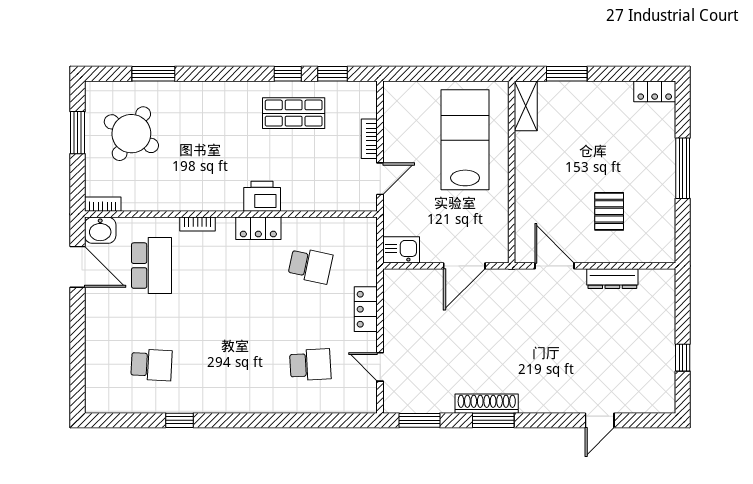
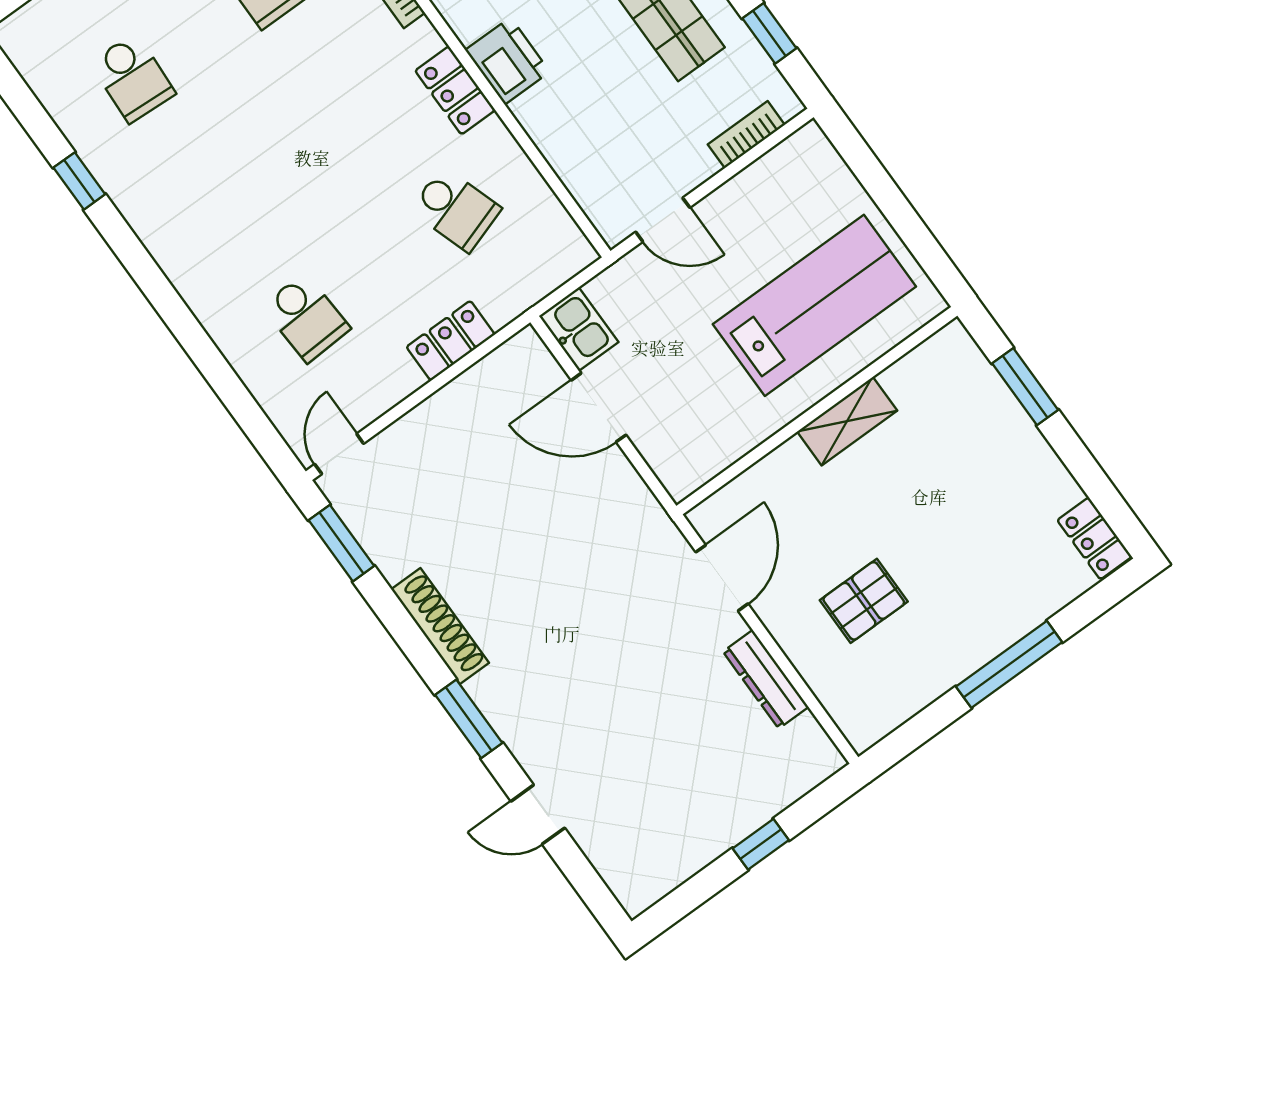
shelving: (526, 106) -> (847, 421), moved
bookcase: (369, 139) -> (746, 135), moved
school desk: (310, 266) -> (456, 209), turned -30
door: (464, 266) -> (599, 408), moved
window: (683, 358) -> (761, 844), moved
door: (380, 367) -> (339, 454), moved
window: (493, 420) -> (469, 719), moved

